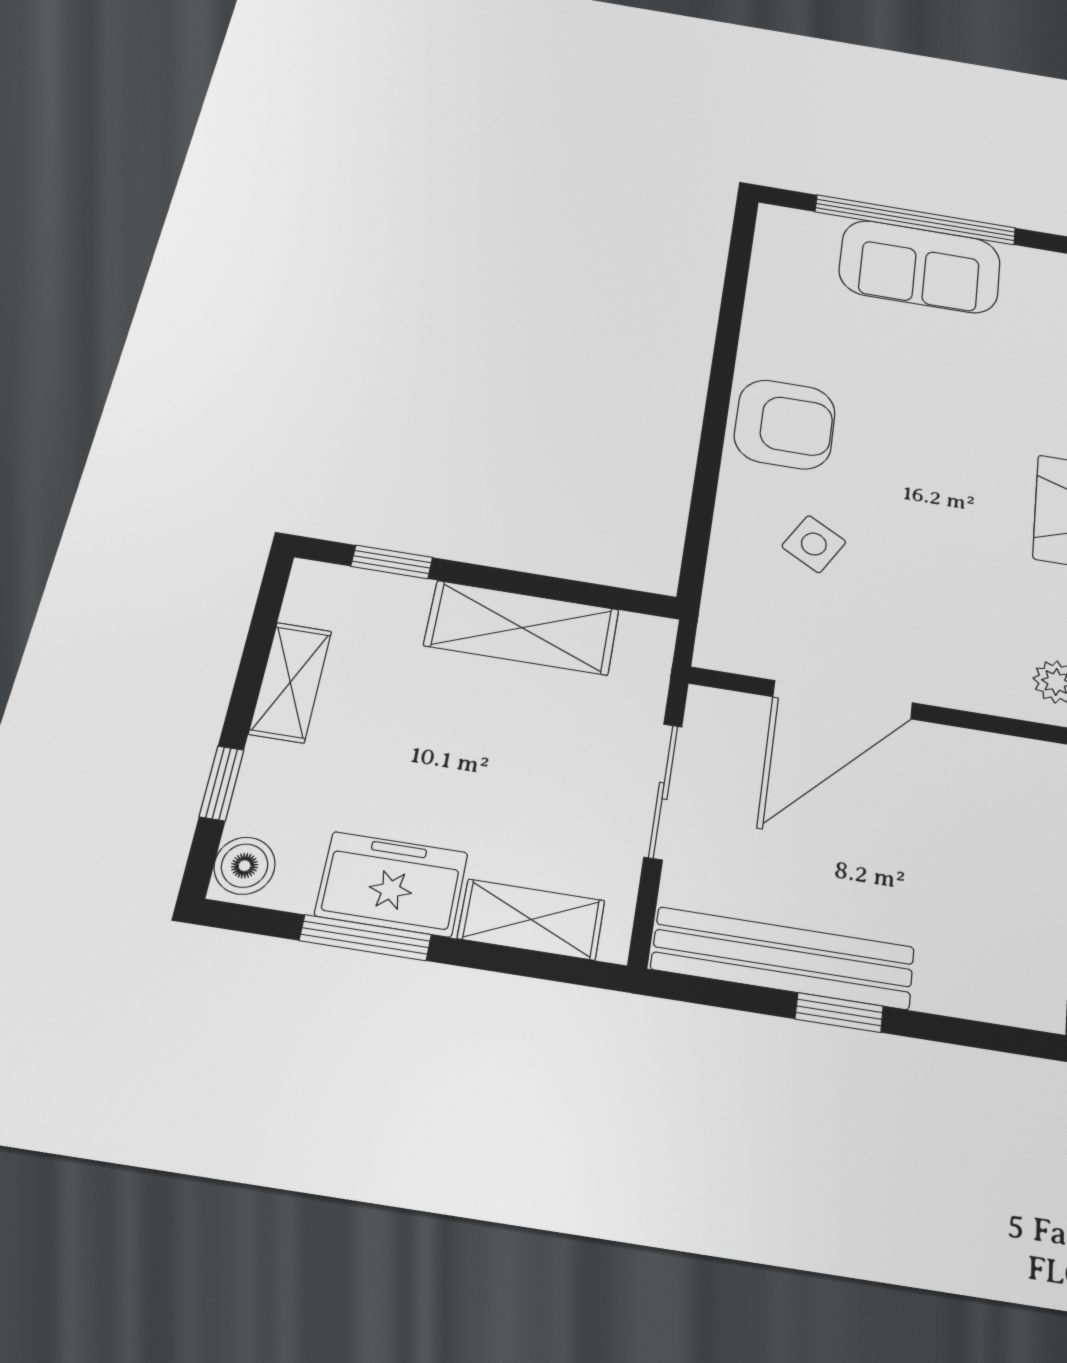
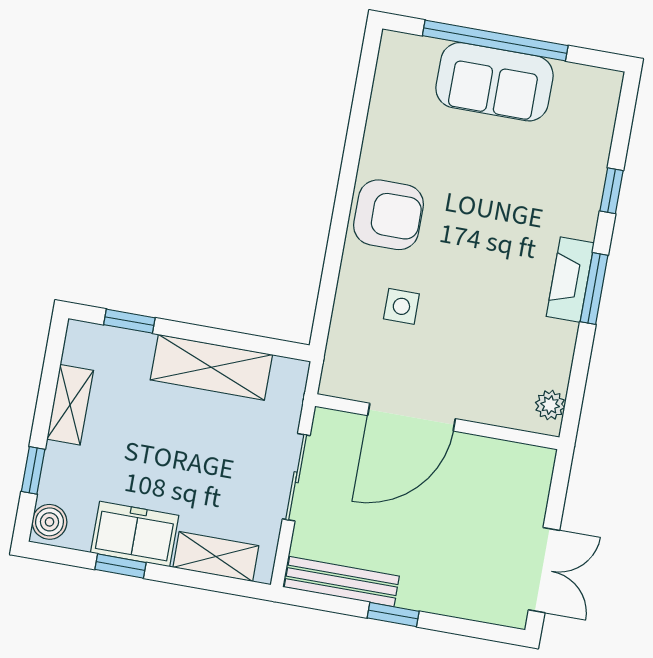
side table: (814, 544) -> (401, 306), turned -30
window: (365, 938) -> (120, 566), width x0.67
bench: (783, 958) -> (342, 582), width x0.73, depth x0.82

